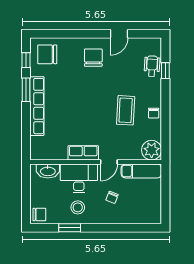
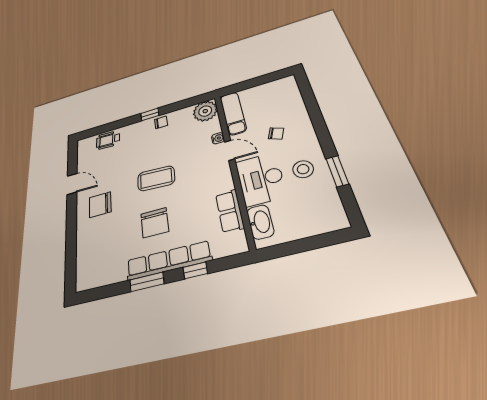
chair: (47, 54) -> (155, 223), moved
window: (26, 60) -> (195, 270), moved
window: (165, 71) -> (150, 114), moved
coffee table: (126, 110) -> (156, 178), moved
row of seats: (83, 153) -> (230, 211), moved
water cooler: (122, 155) -> (218, 138), added
chair: (39, 214) -> (331, 217), removed

